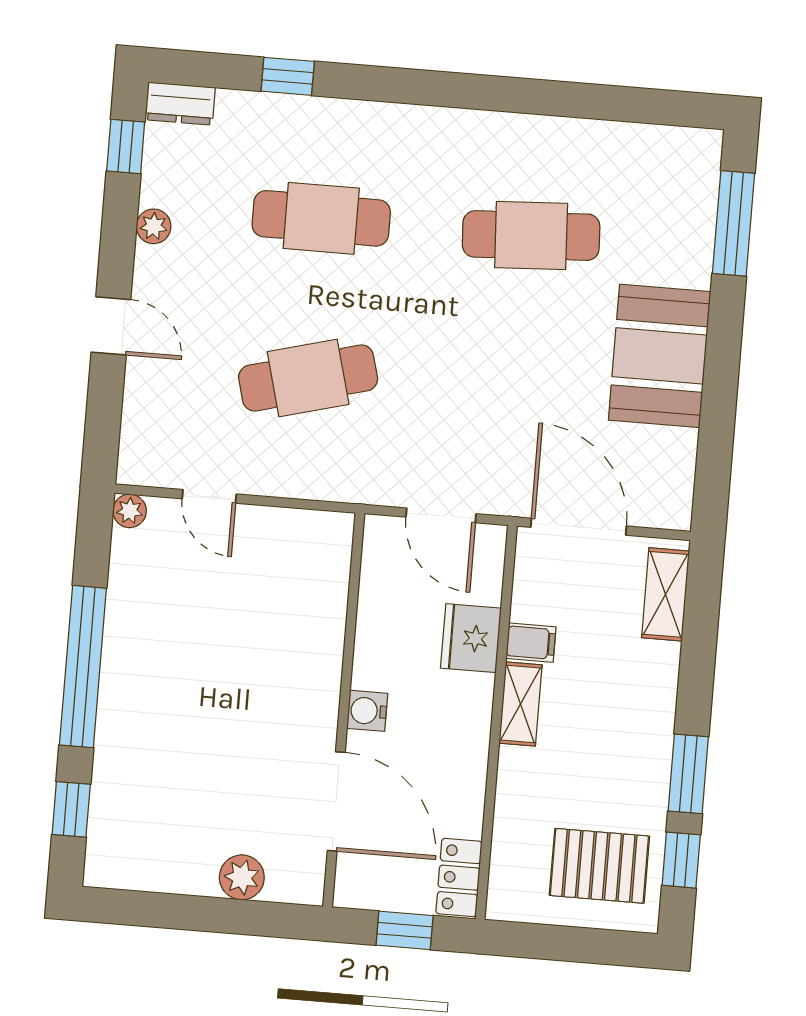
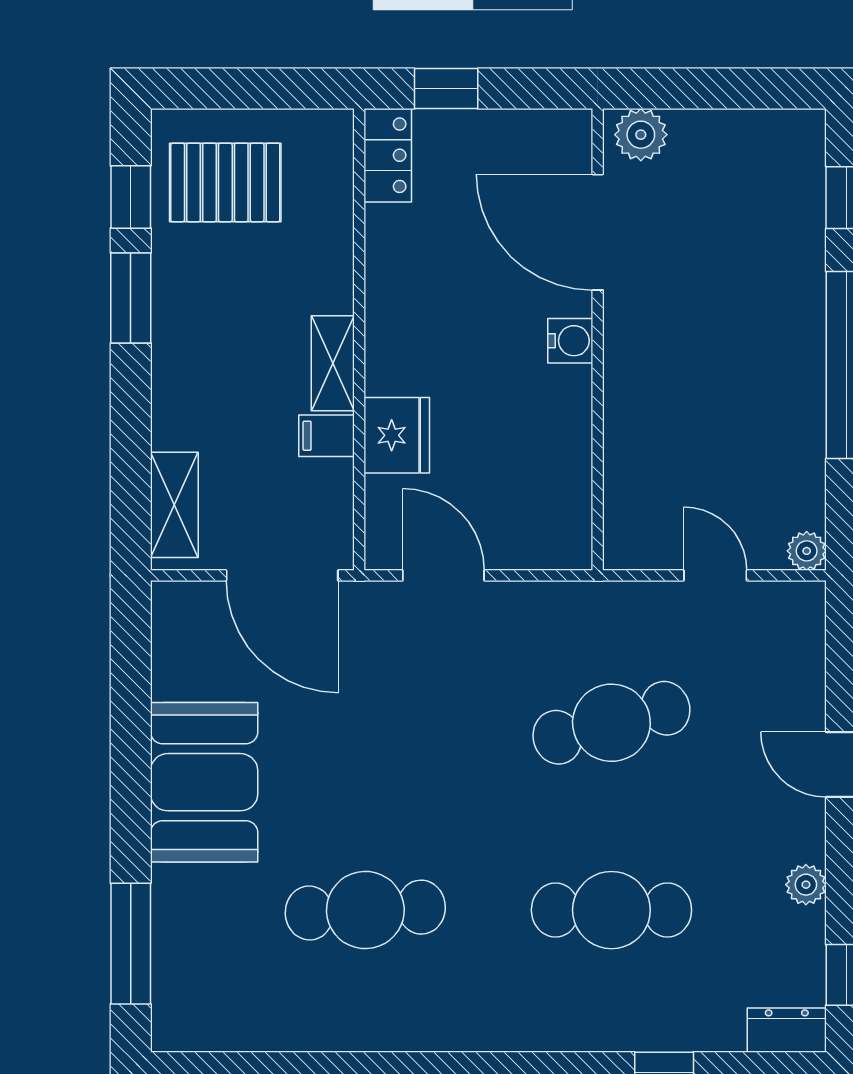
wall: (344, 710) -> (598, 339), moved
water cooler: (367, 711) -> (570, 341), moved
door: (336, 801) -> (598, 232), moved

